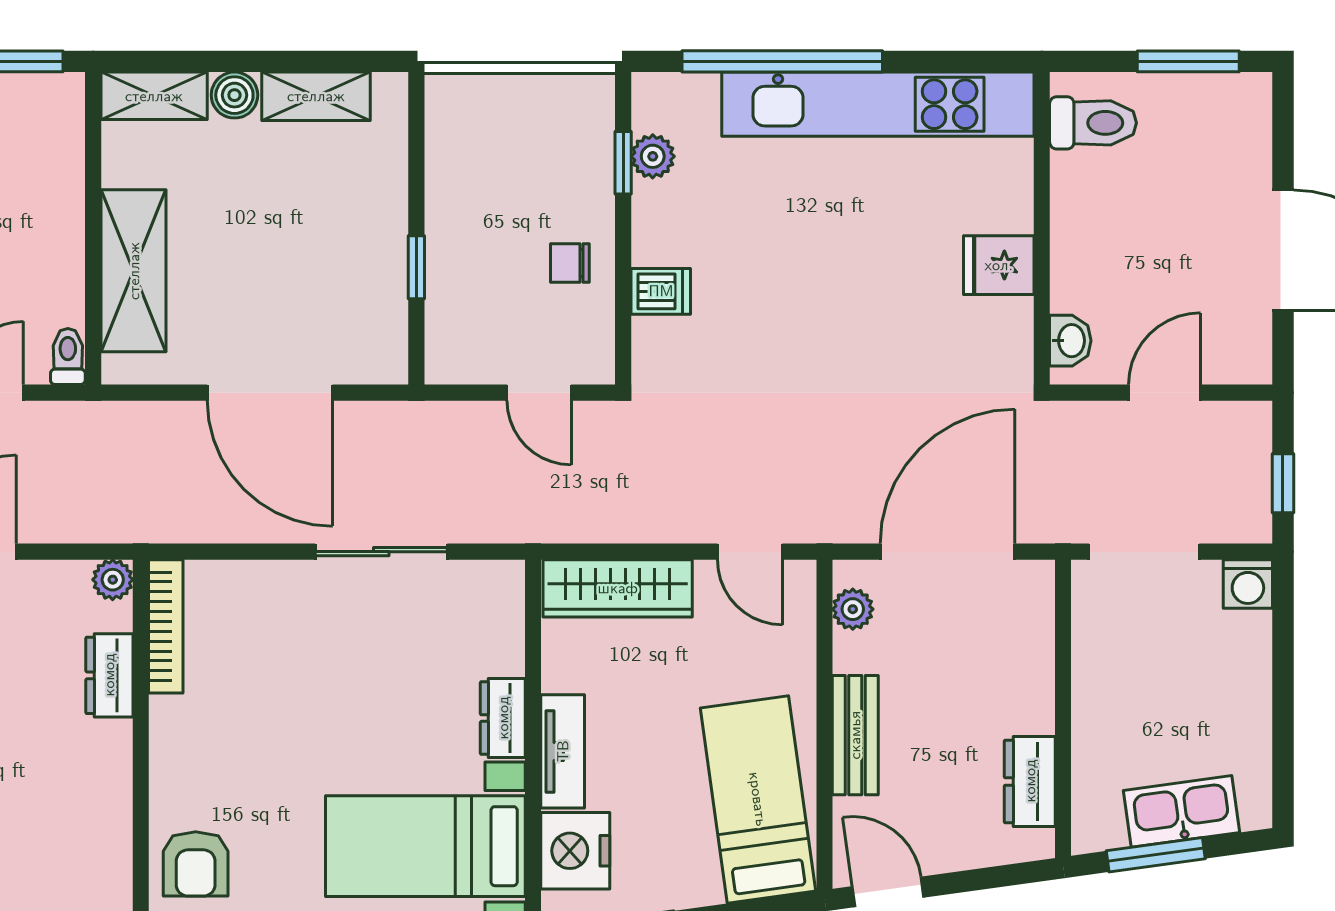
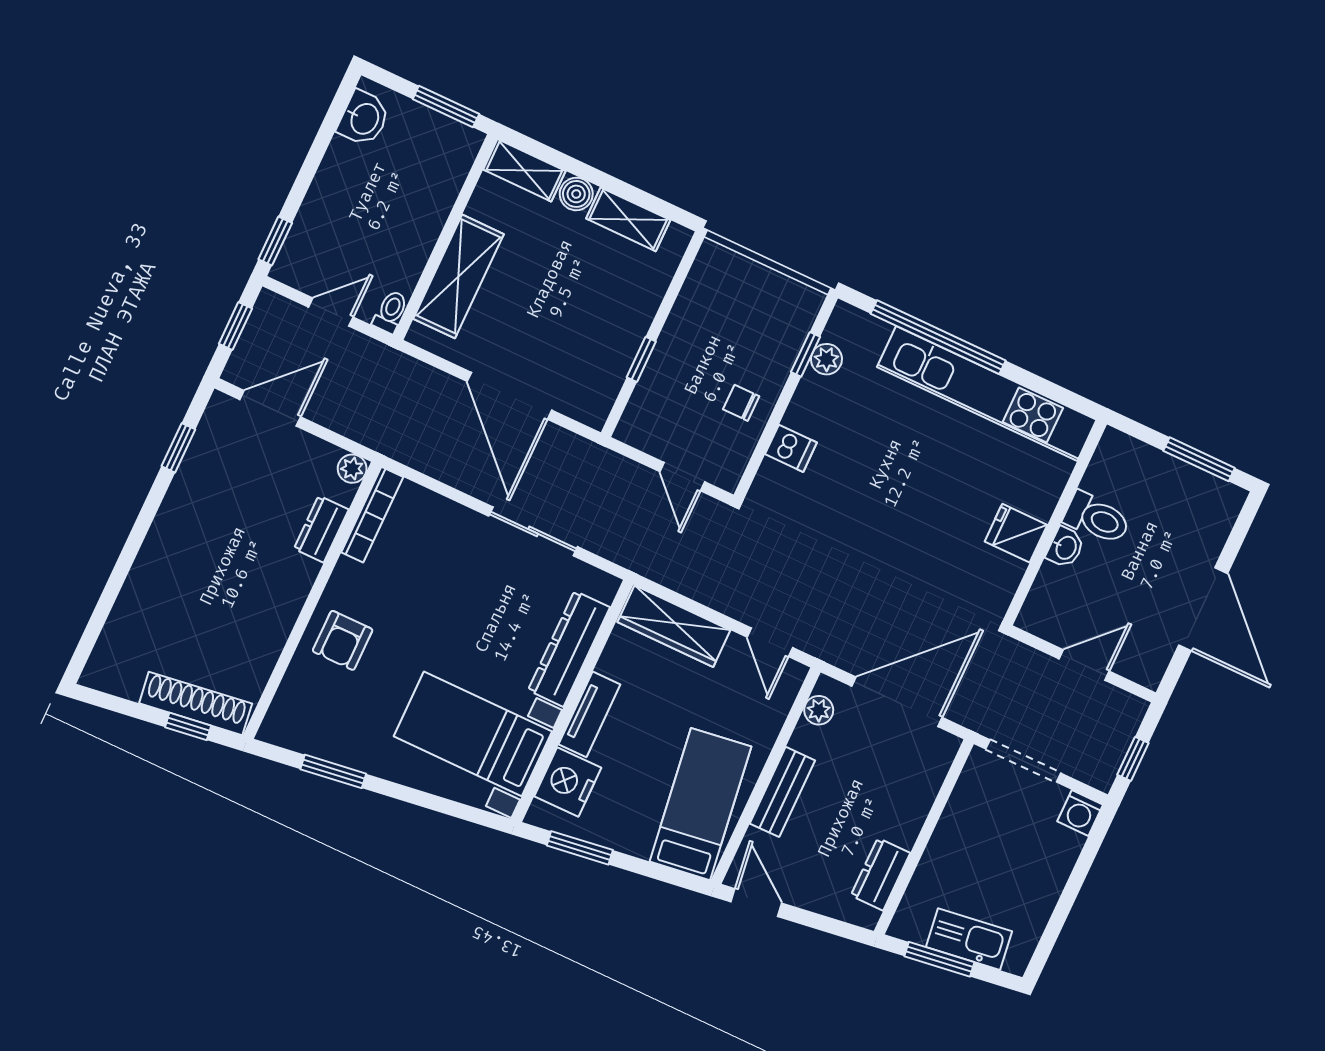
toilet: (1093, 123) -> (1097, 518), moved
washbasin: (1070, 341) -> (1065, 547), moved
dresser: (503, 718) -> (569, 649), width x1.96, depth x1.24
armchair: (196, 864) -> (343, 640), moved

